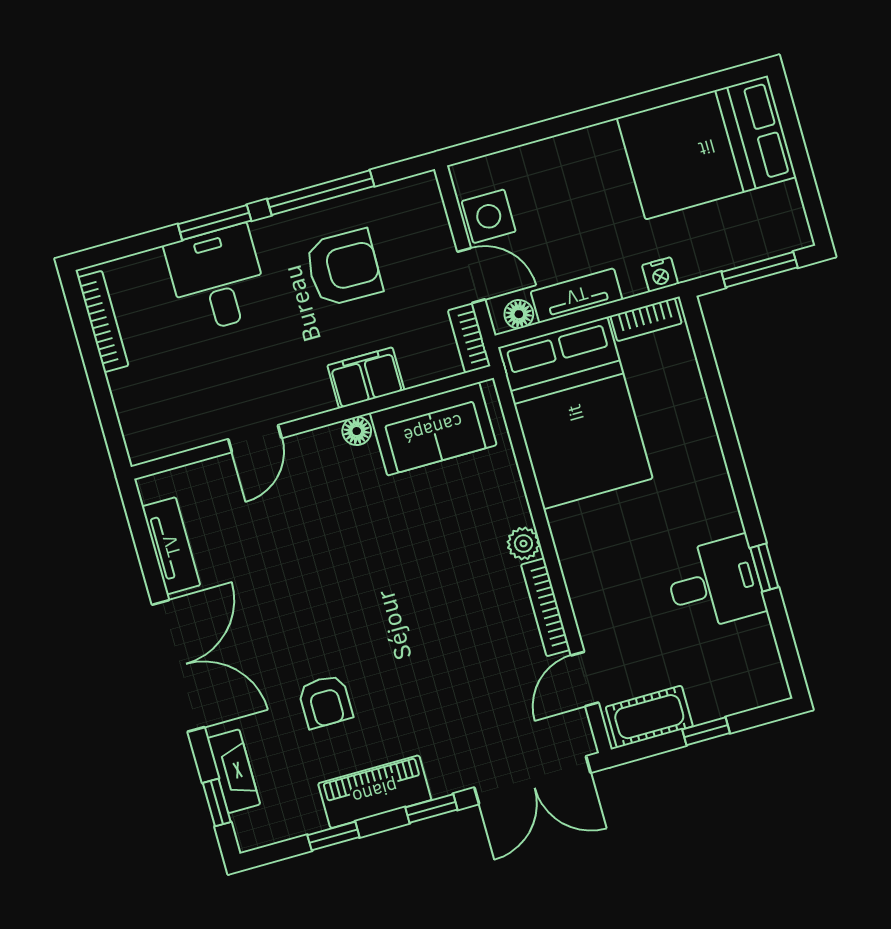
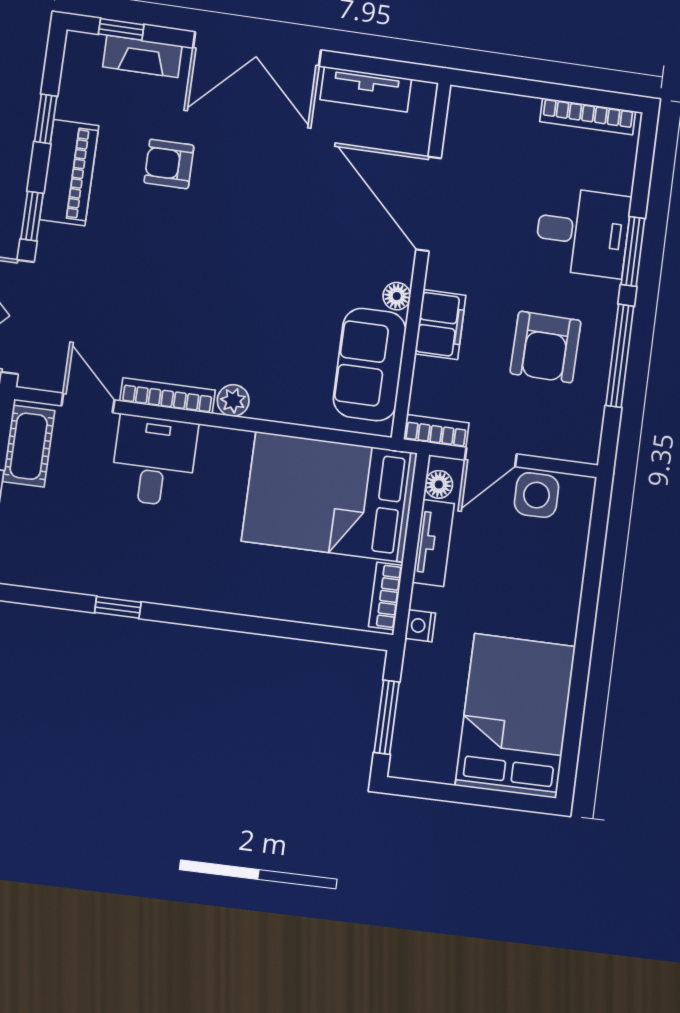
door: (255, 439) -> (429, 204), width x1.87
desk: (715, 584) -> (154, 461), moved, turned 180

